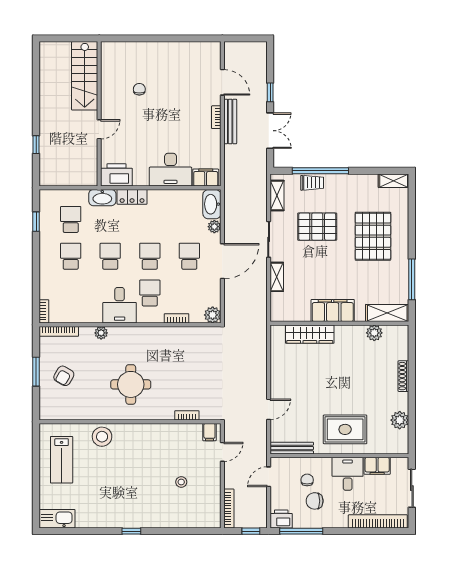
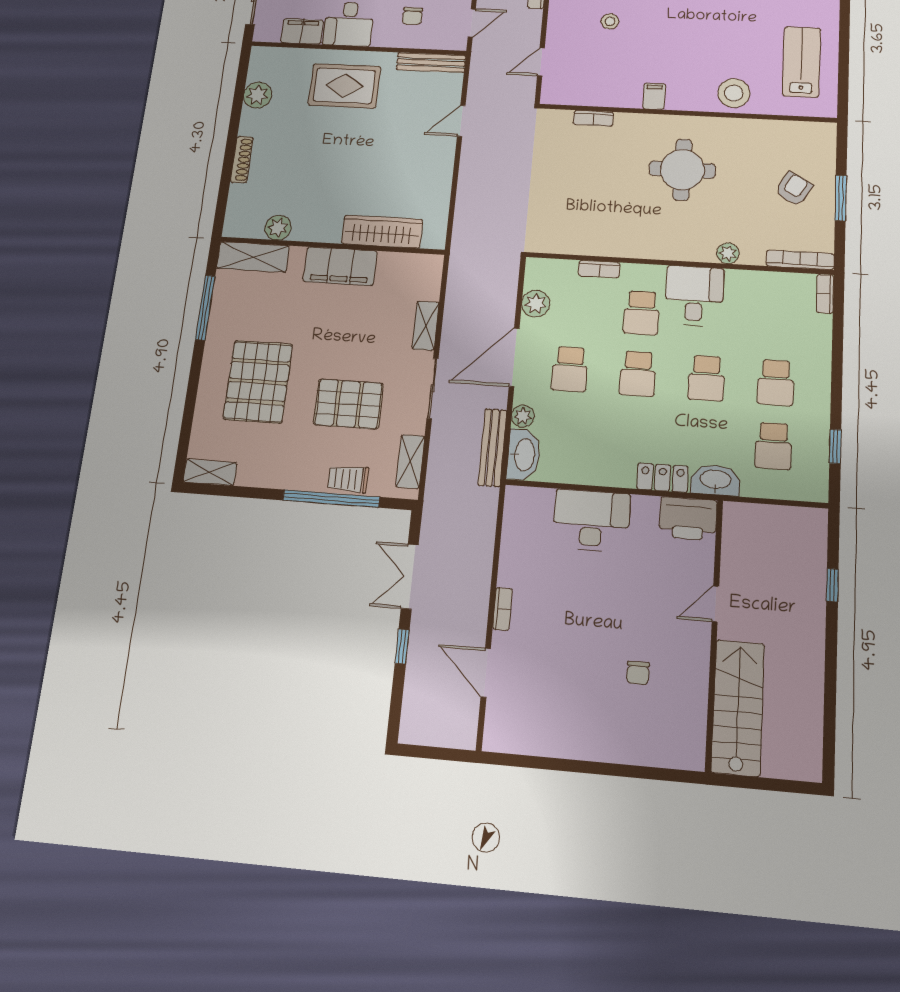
bench: (230, 121) -> (492, 448), moved
filing cabinet: (206, 178) -> (531, 502), removed
plant: (213, 315) -> (536, 304), moved
filing cabinet: (209, 432) -> (654, 96), moved

